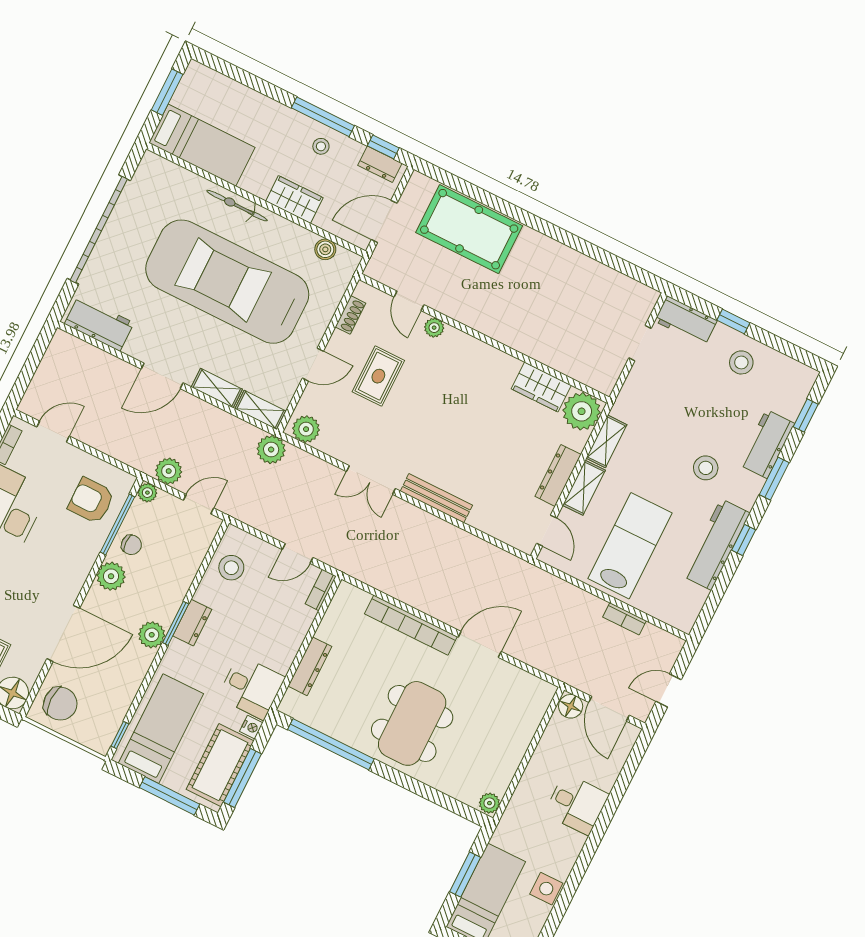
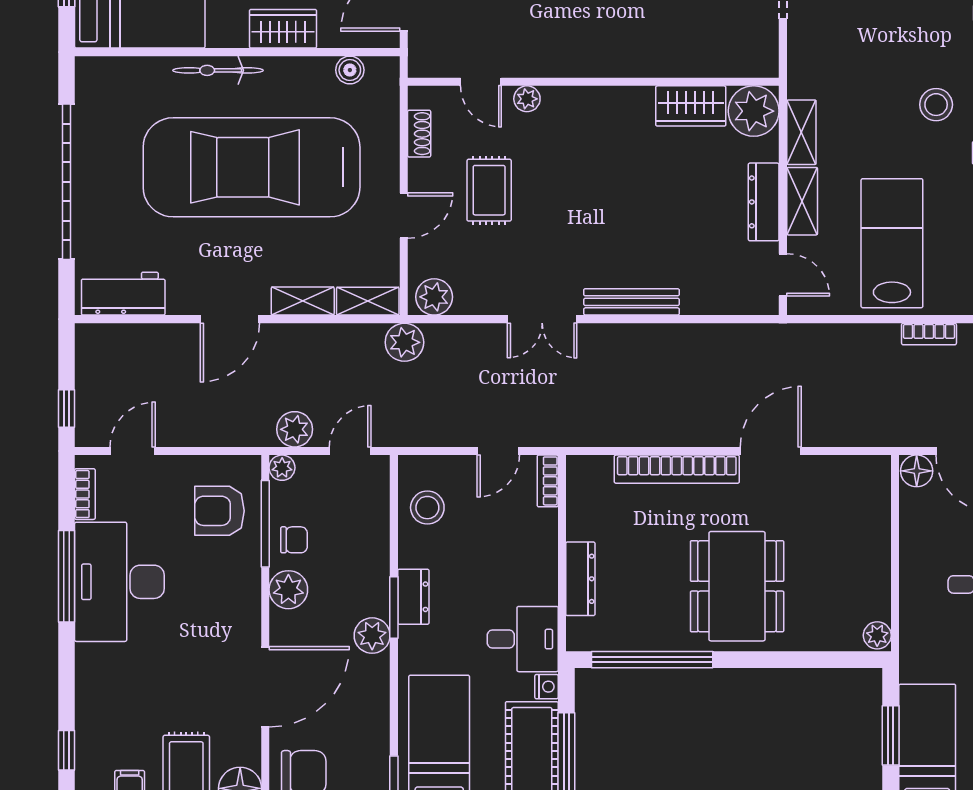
window: (23, 381) -> (66, 408), added

